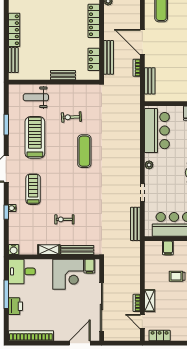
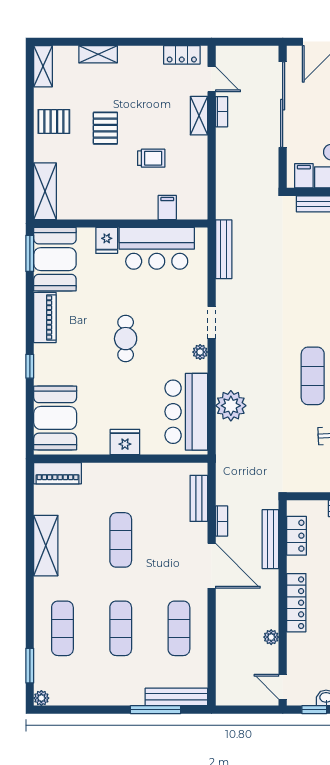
plant: (131, 134) -> (231, 406), added
doorway: (142, 193) -> (212, 323), moved

